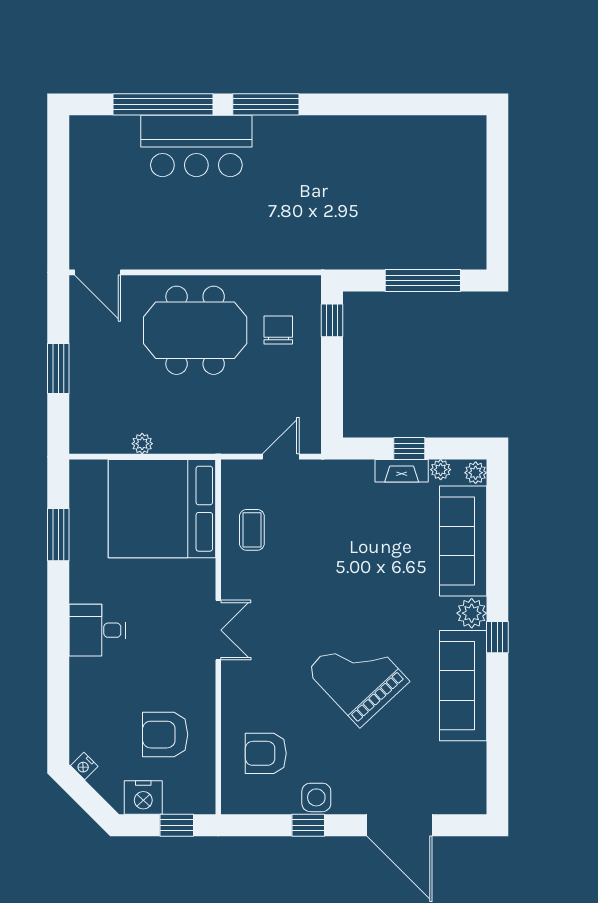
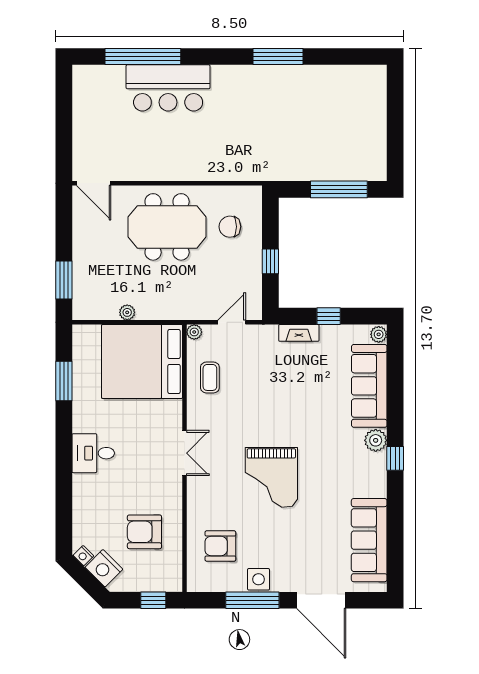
window: (266, 104) -> (278, 56), moved
window: (332, 320) -> (270, 261), moved
chair: (278, 330) -> (230, 227), turned -90
window: (58, 368) -> (64, 280), moved
plant: (441, 470) -> (194, 332), moved
fireplace: (402, 471) -> (299, 333), moved
grand piano: (358, 676) -> (271, 477), moved, turned -137
sofa: (463, 686) -> (369, 540), moved
nightstand: (143, 798) -> (104, 568), moved, turned 45
window: (308, 825) -> (252, 600), width x2.17

